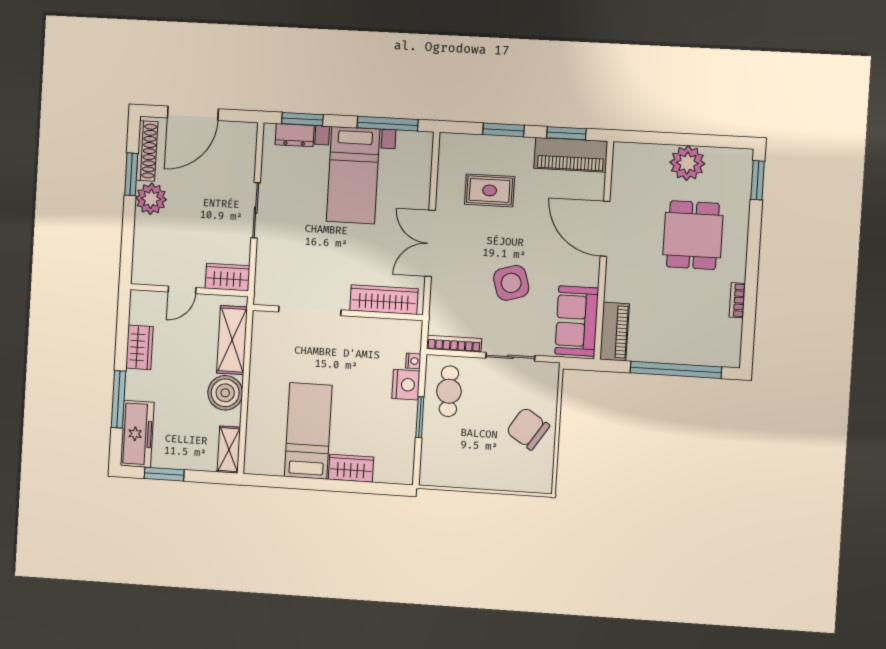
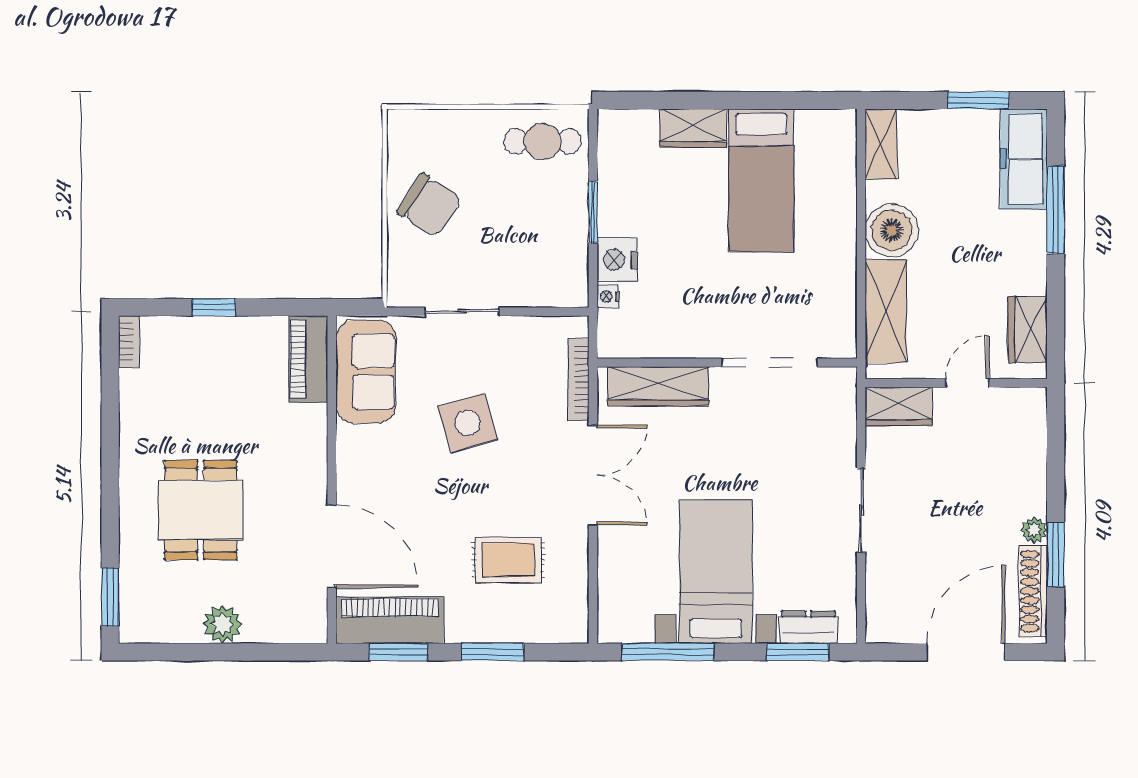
plant: (687, 163) -> (223, 624), width x0.73, depth x0.73
plant: (151, 199) -> (1034, 530), width x0.53, depth x0.53
door: (605, 229) -> (332, 547), moved
bookcase: (737, 300) -> (129, 342), moved
bookcase: (454, 344) -> (578, 379), moved, turned 90
wardrobe: (139, 347) -> (1028, 330), moved
window: (676, 370) -> (214, 307), width x0.32
cafe table: (449, 391) -> (542, 141), moved, turned 90

